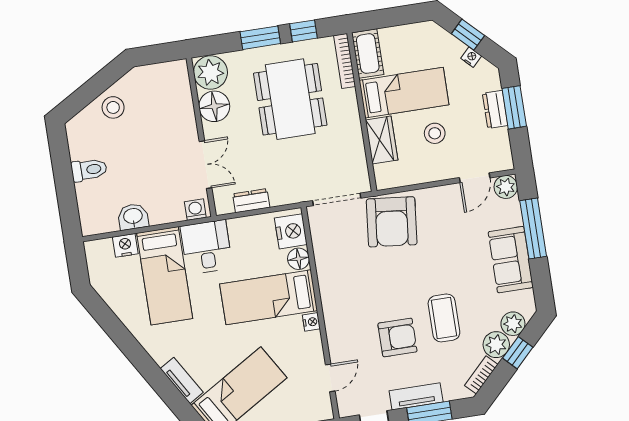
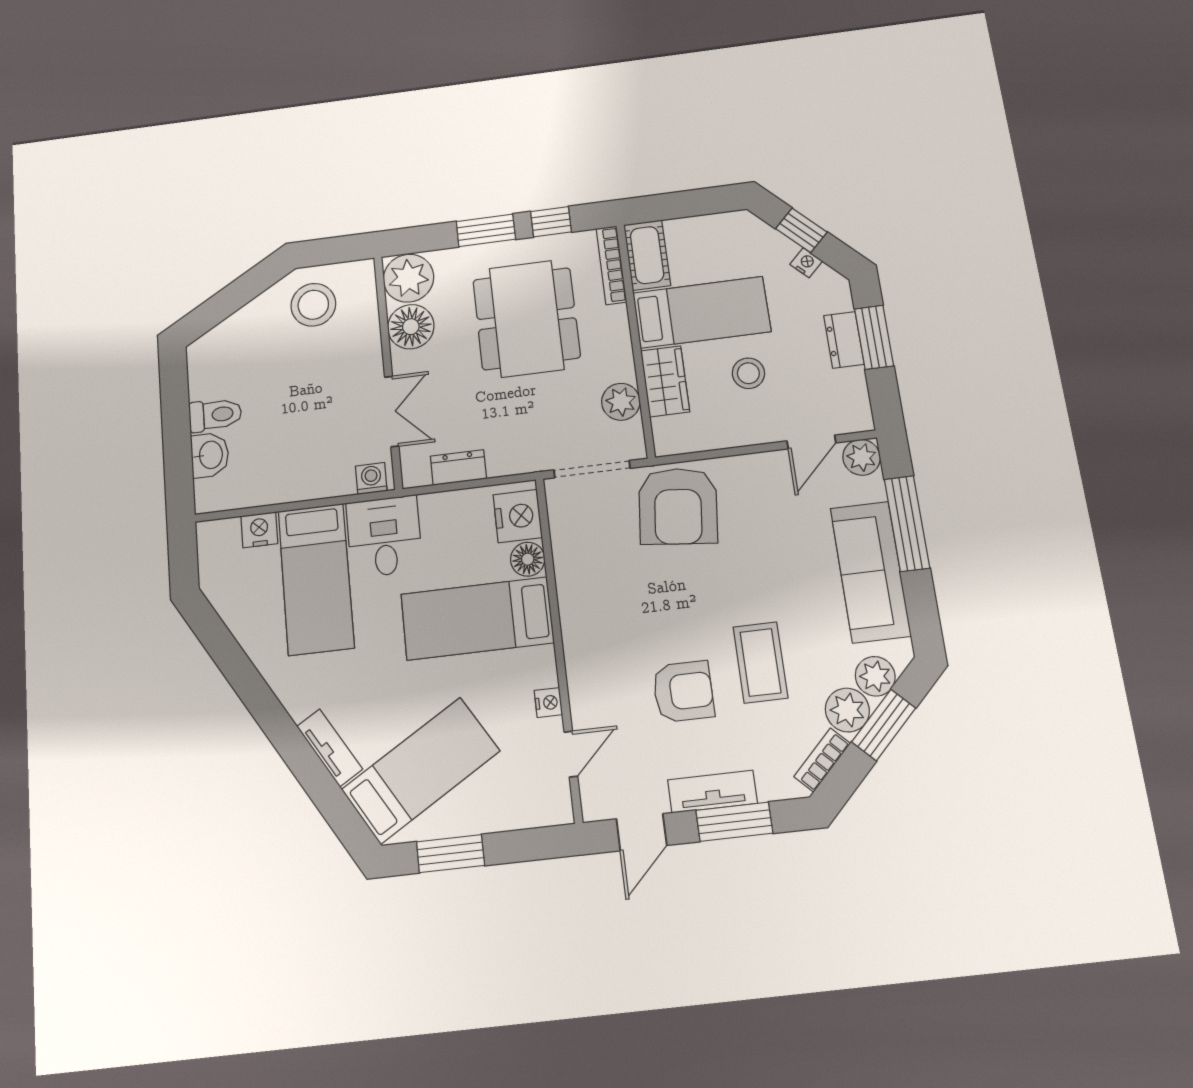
stool: (113, 107) -> (313, 305), moved, width x1.38, depth x1.38
plant: (354, 154) -> (621, 402), added
washbasin: (133, 217) -> (210, 455), moved, turned 90
sofa: (511, 260) -> (870, 572), width x1.36
nightstand: (311, 322) -> (548, 703), moved
window: (518, 353) -> (884, 725), width x1.50

